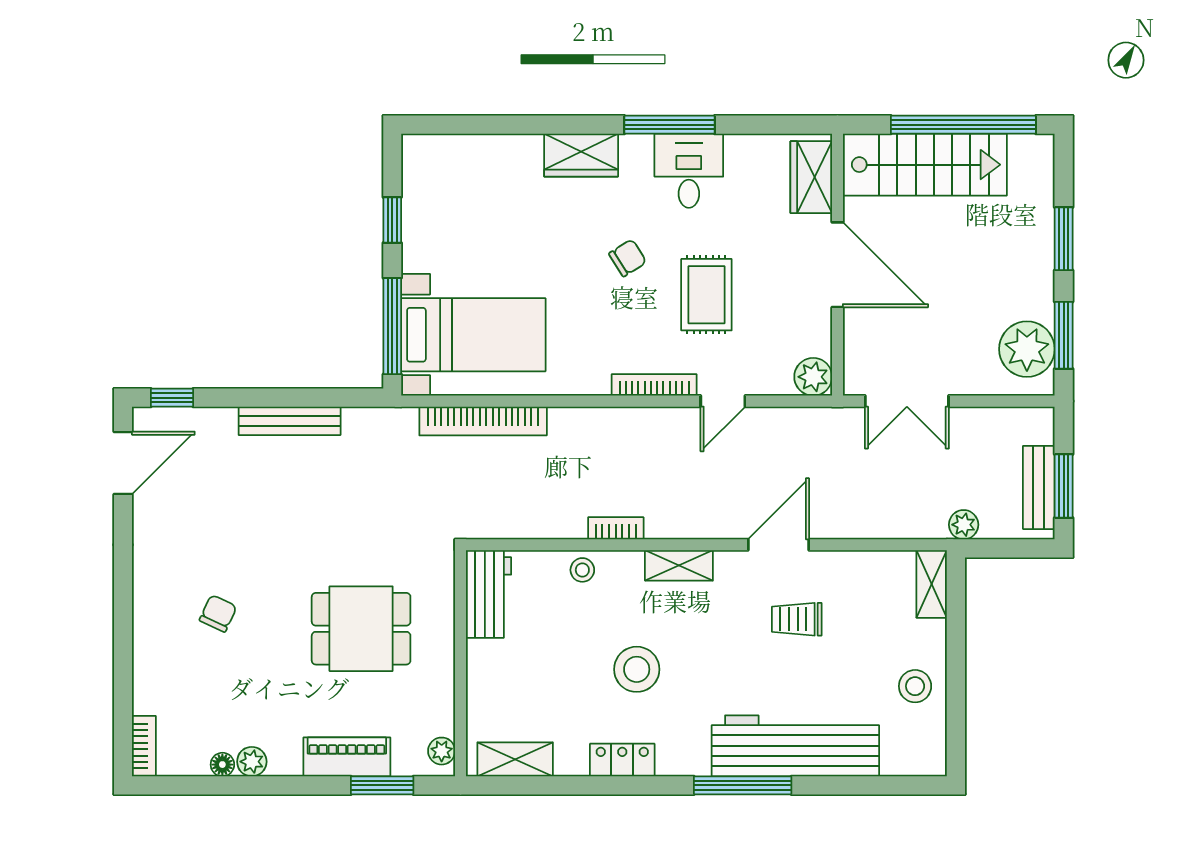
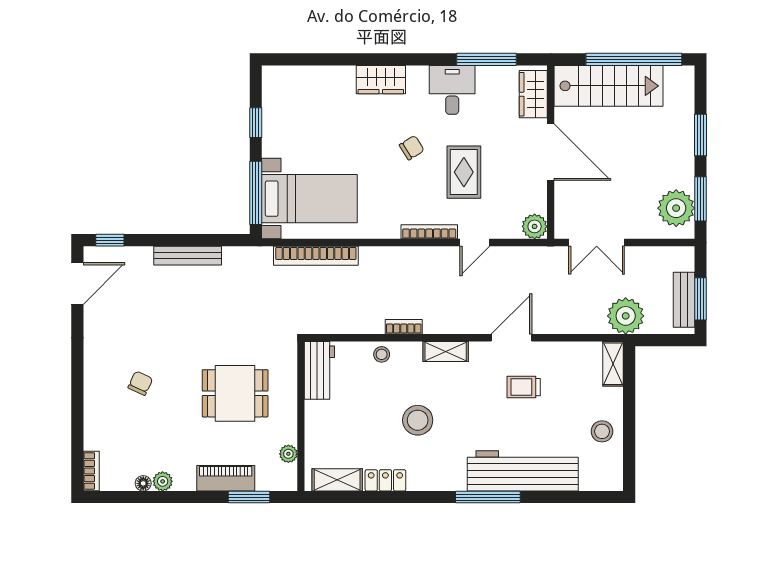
window: (669, 125) -> (486, 59), moved
plant: (964, 525) -> (626, 316), width x1.88, depth x1.88
plant: (442, 751) -> (288, 454), moved
locker: (622, 760) -> (385, 480), moved

